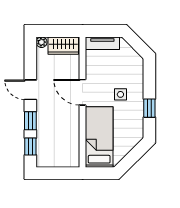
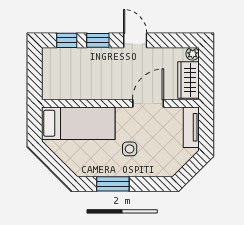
door: (30, 90) -> (135, 40), hinge flipped
door: (83, 92) -> (148, 103), moved
window: (149, 108) -> (113, 184), width x1.50

